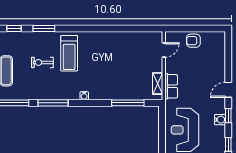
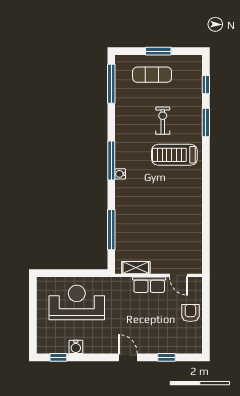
row of seats: (171, 86) -> (149, 285), moved
window: (53, 103) -> (111, 161), moved
window: (228, 116) -> (167, 357), moved
water cooler: (220, 120) -> (76, 347), moved

